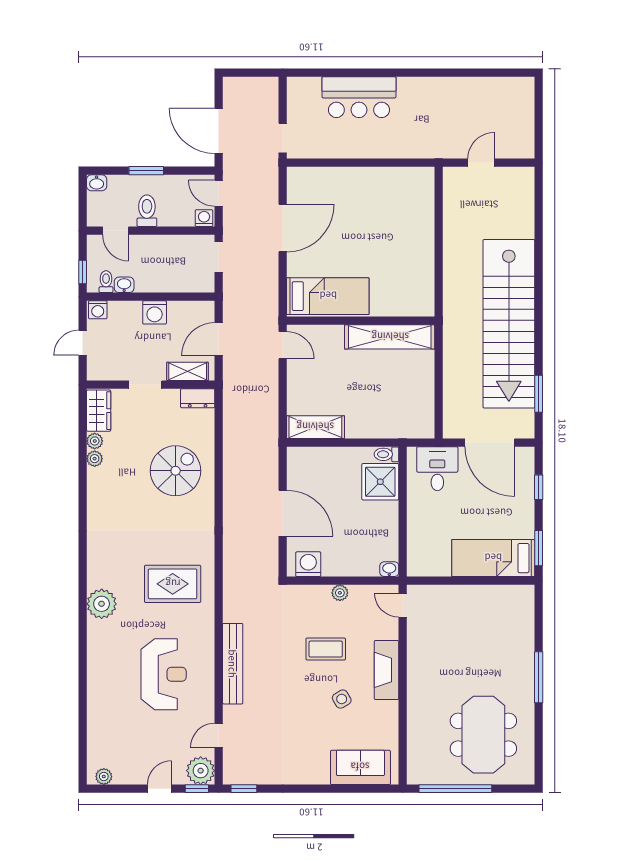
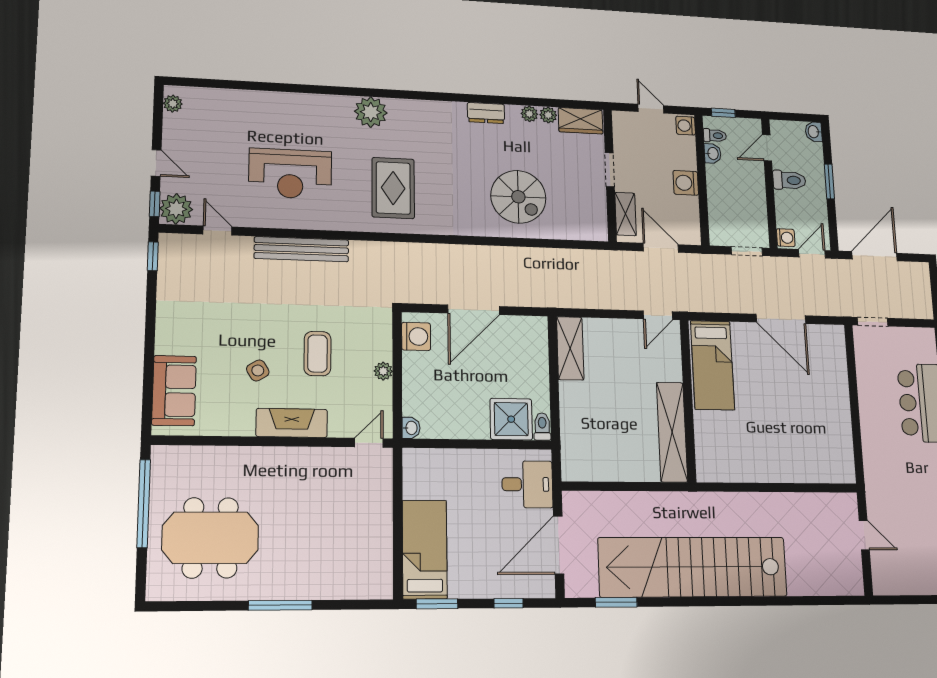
dresser: (198, 398) -> (486, 113), moved, turned -90

